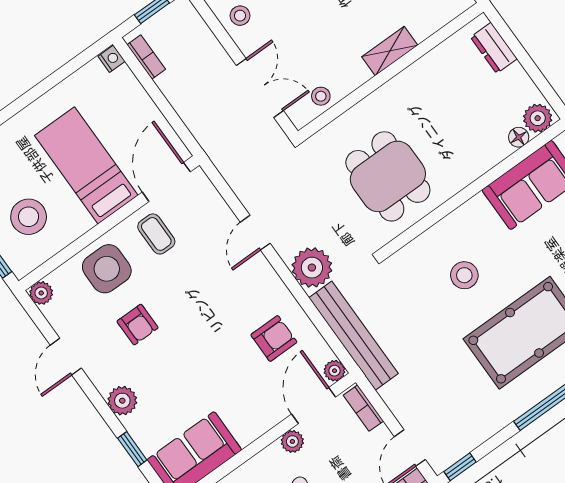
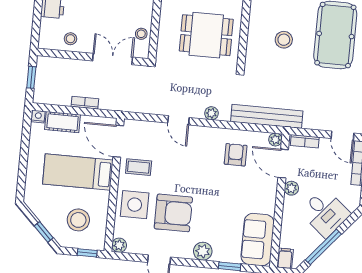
bookcase: (146, 57) -> (85, 103), moved
cot: (131, 94) -> (63, 122), added
plant: (312, 268) -> (212, 113), width x0.53, depth x0.53
armchair: (138, 325) -> (173, 213), width x1.88, depth x1.88

